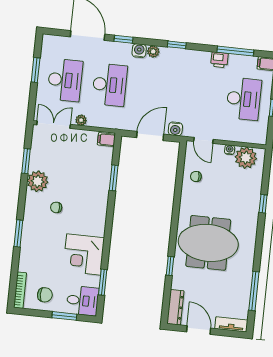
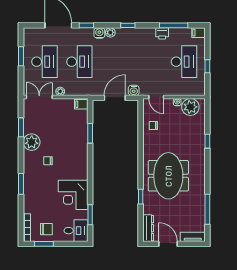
meeting table: (208, 243) -> (168, 176), turned 90
window: (64, 316) -> (44, 244), moved

